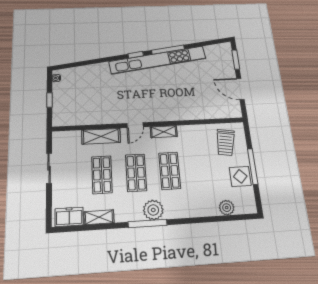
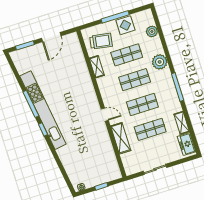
shelving: (164, 132) -> (97, 67), moved
shop shelf: (203, 169) -> (127, 55), added
plant: (153, 210) -> (160, 62), moved

